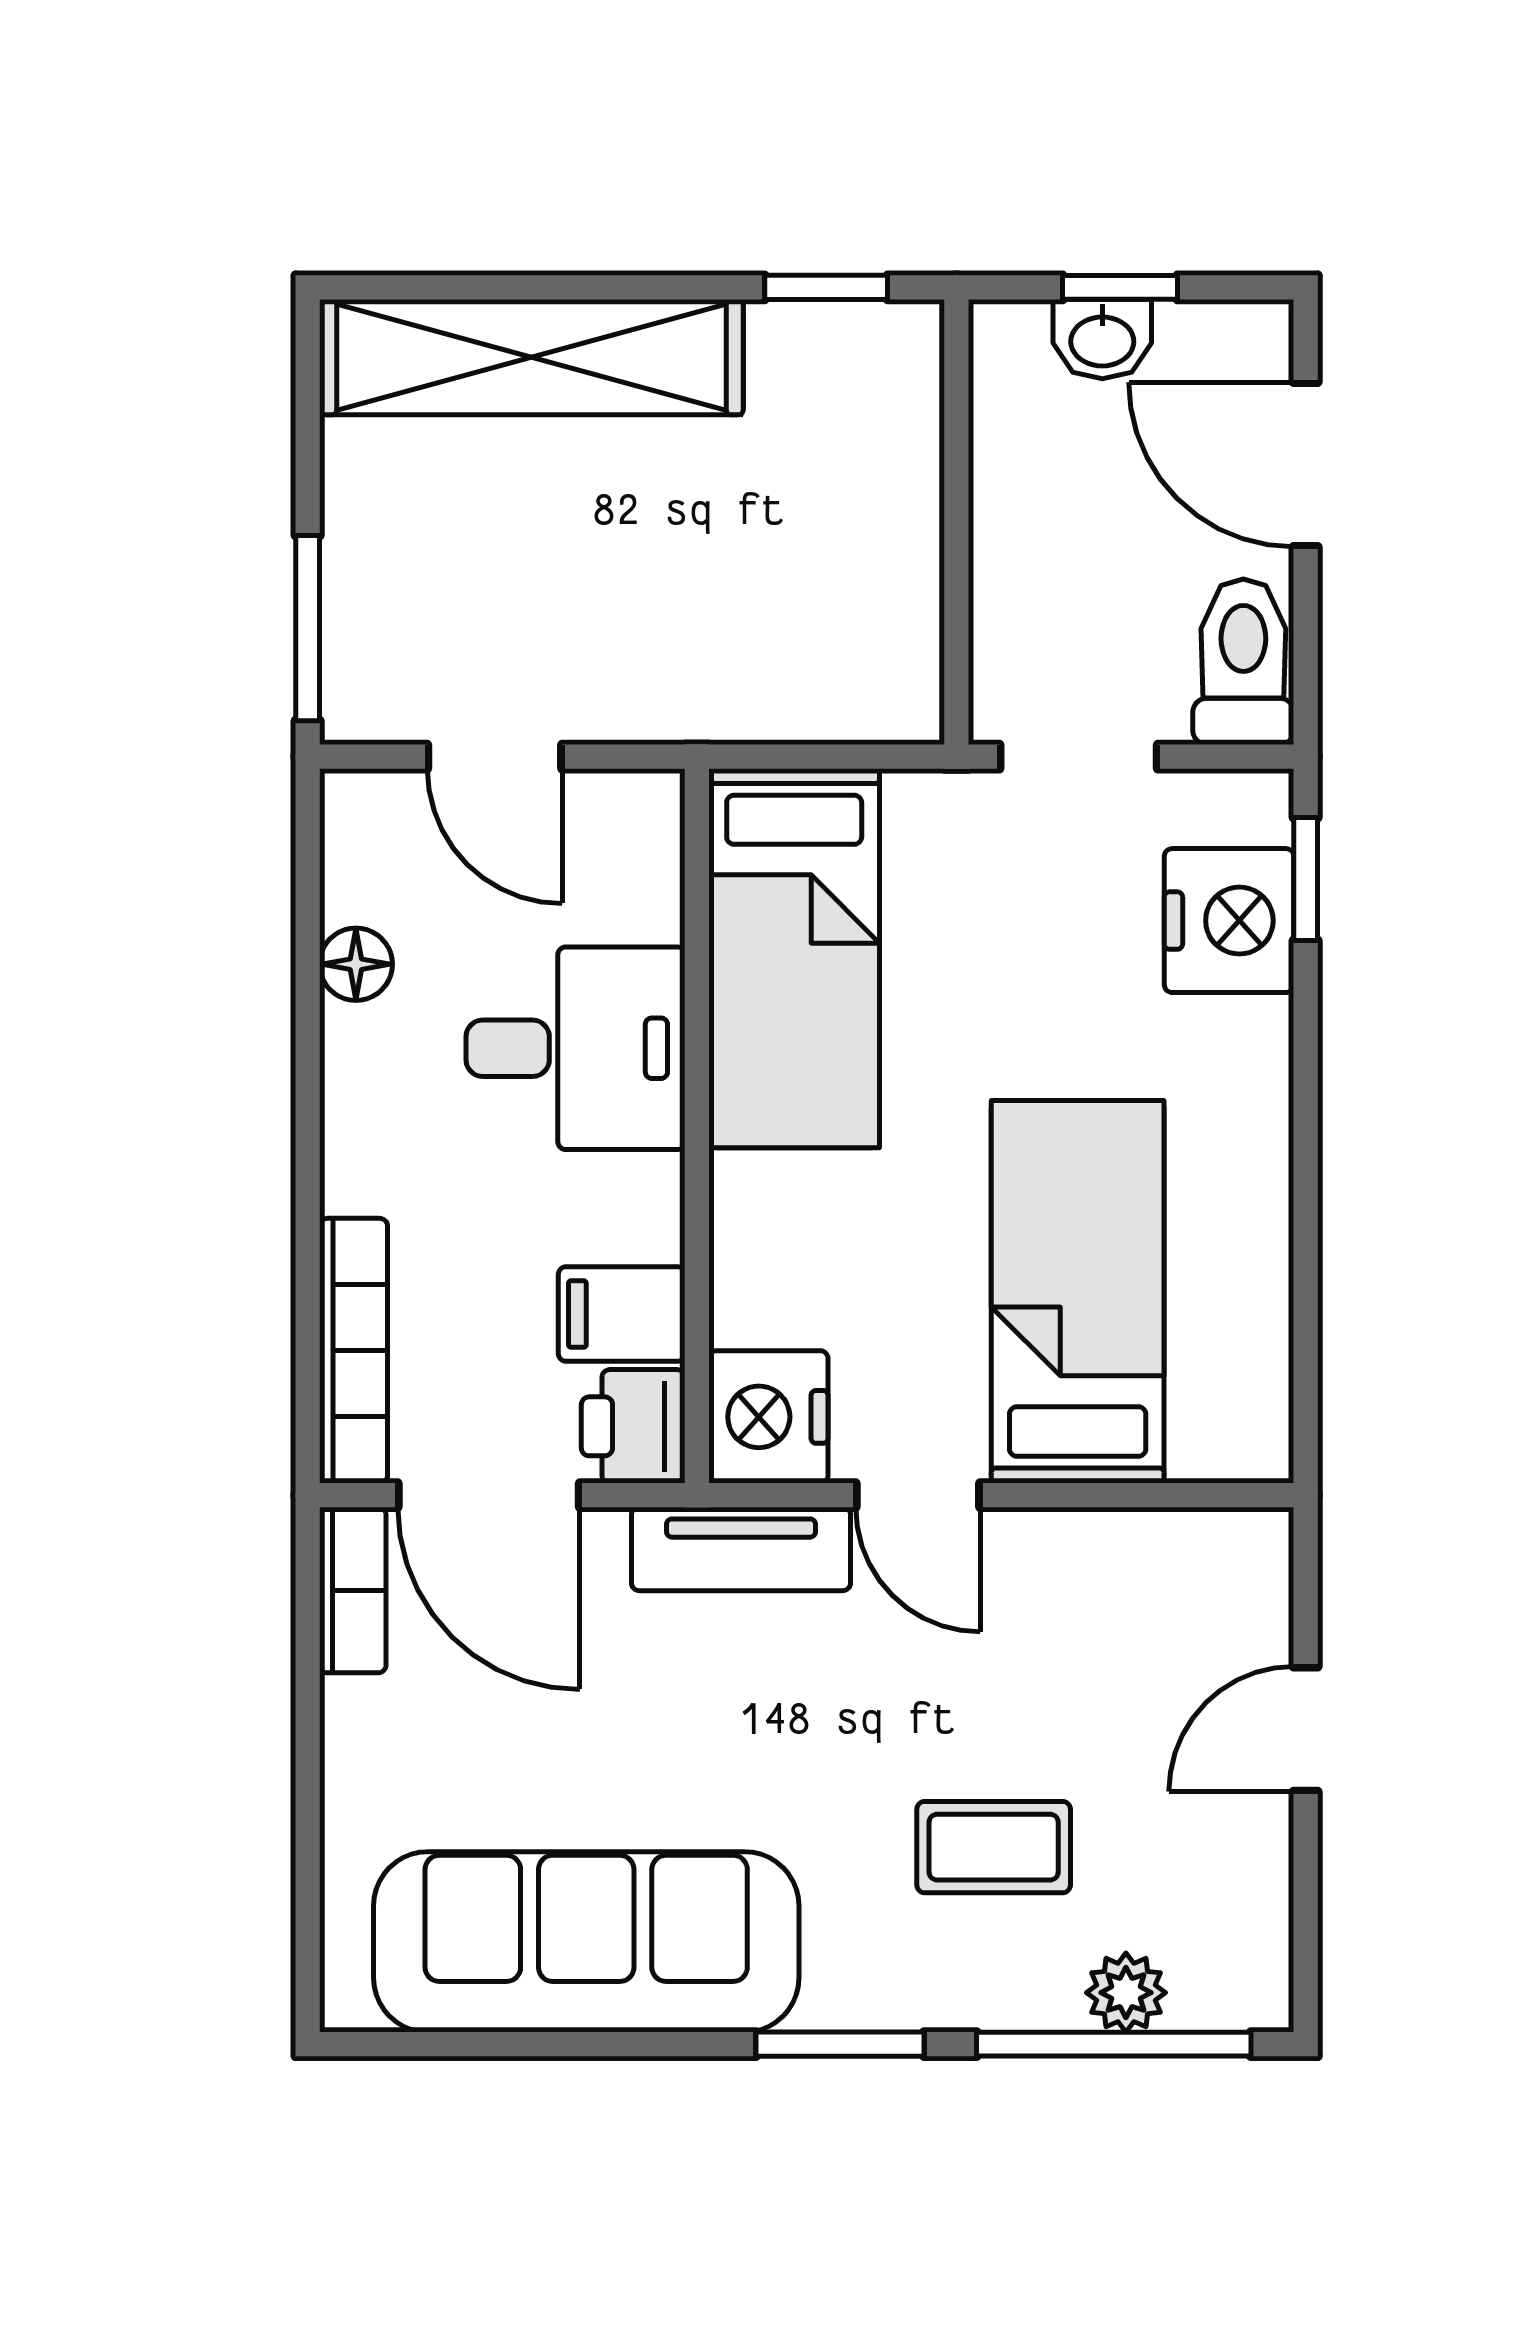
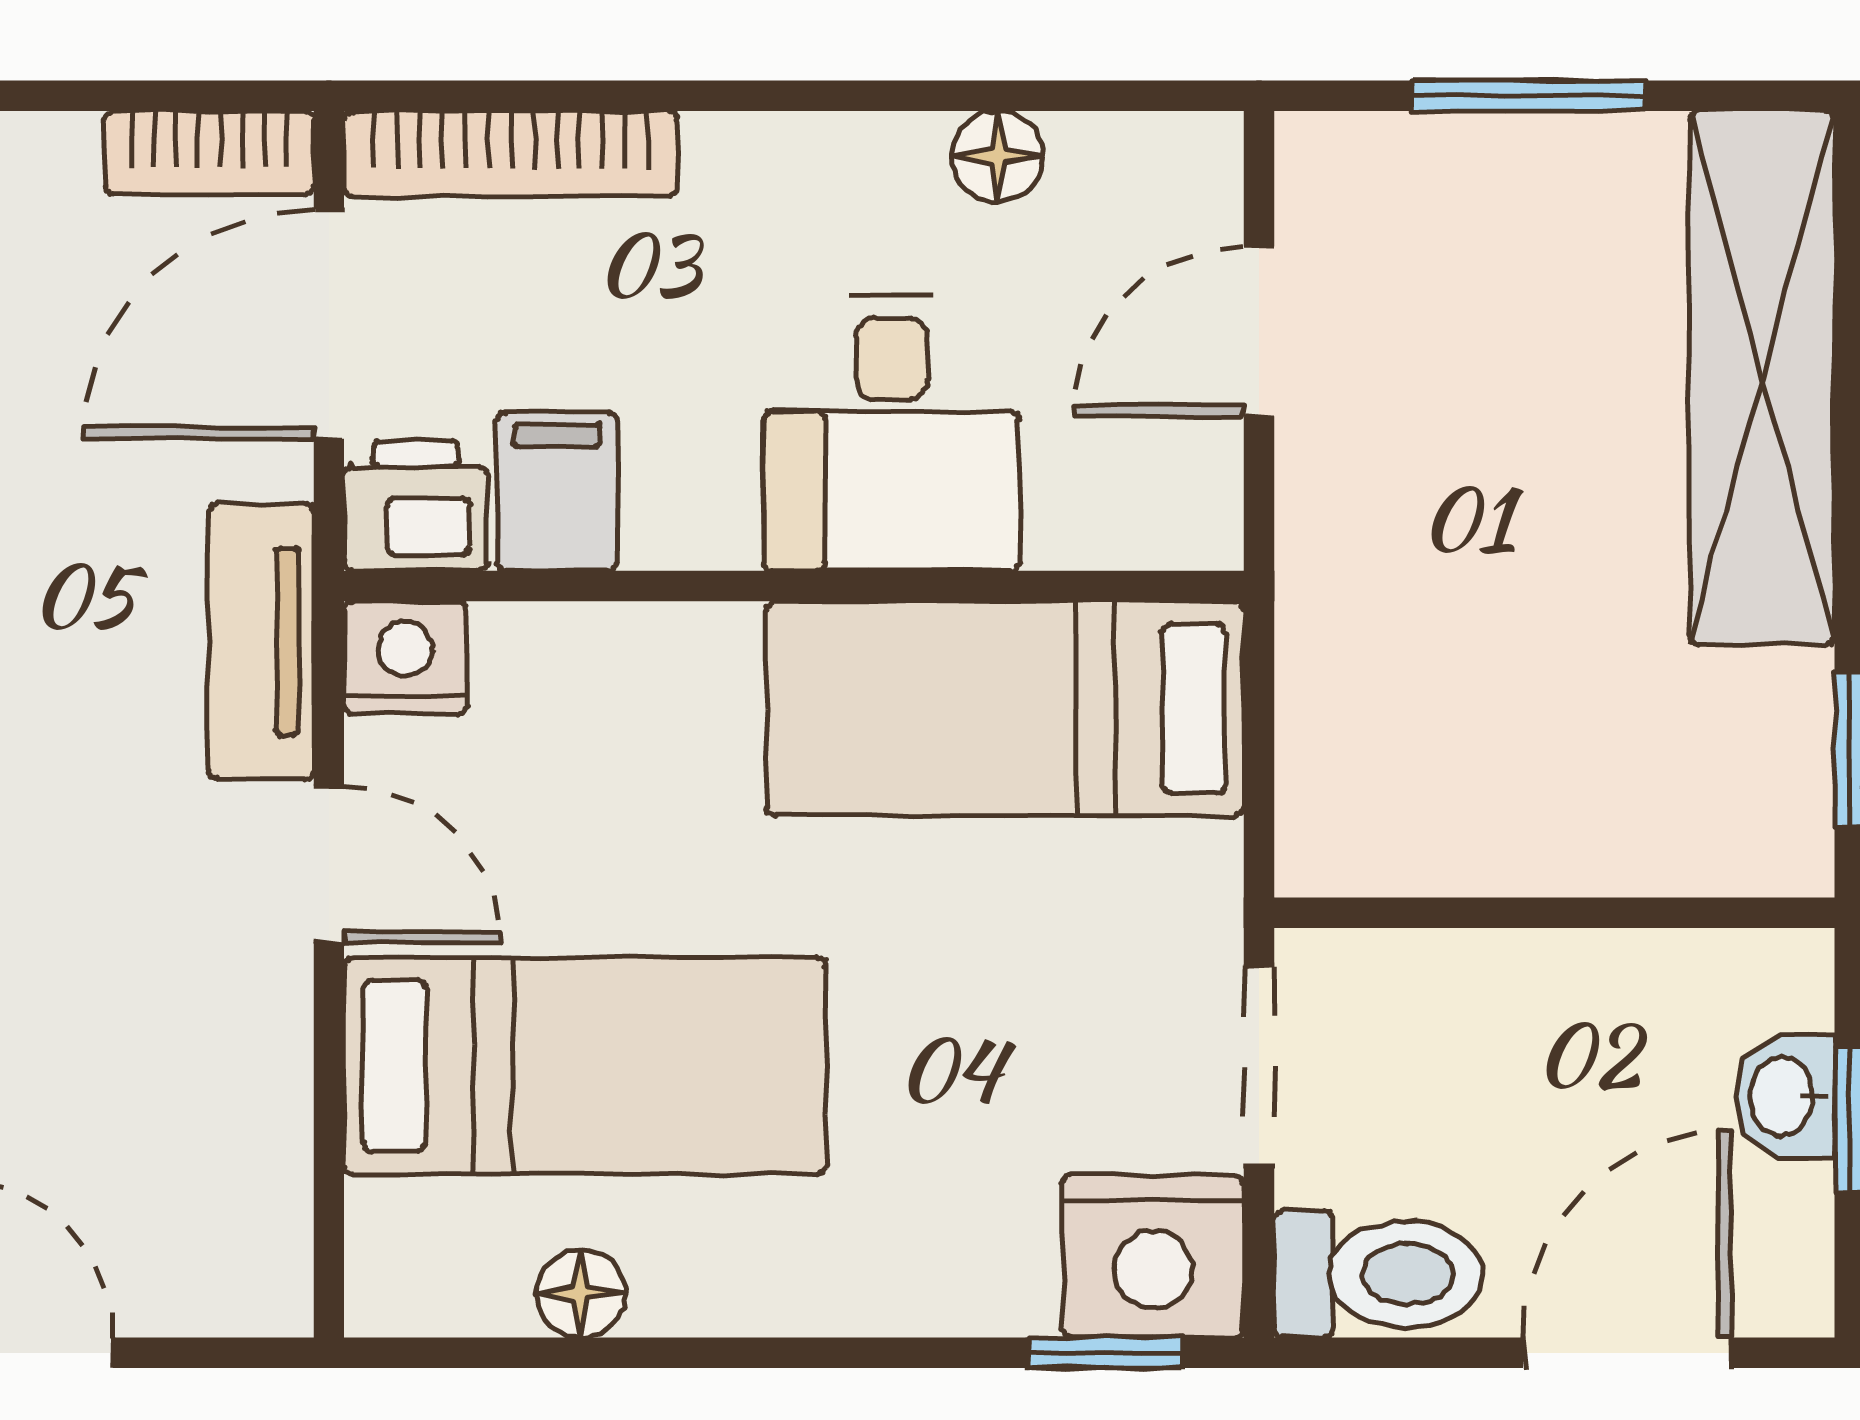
window: (308, 628) -> (1529, 96), moved
nightstand: (1229, 921) -> (1153, 1256), moved
floor lamp: (1259, 1295) -> (581, 1293), added
nightstand: (768, 1417) -> (405, 658), width x0.74, depth x0.75
door: (918, 1495) -> (329, 864), swing flipped

